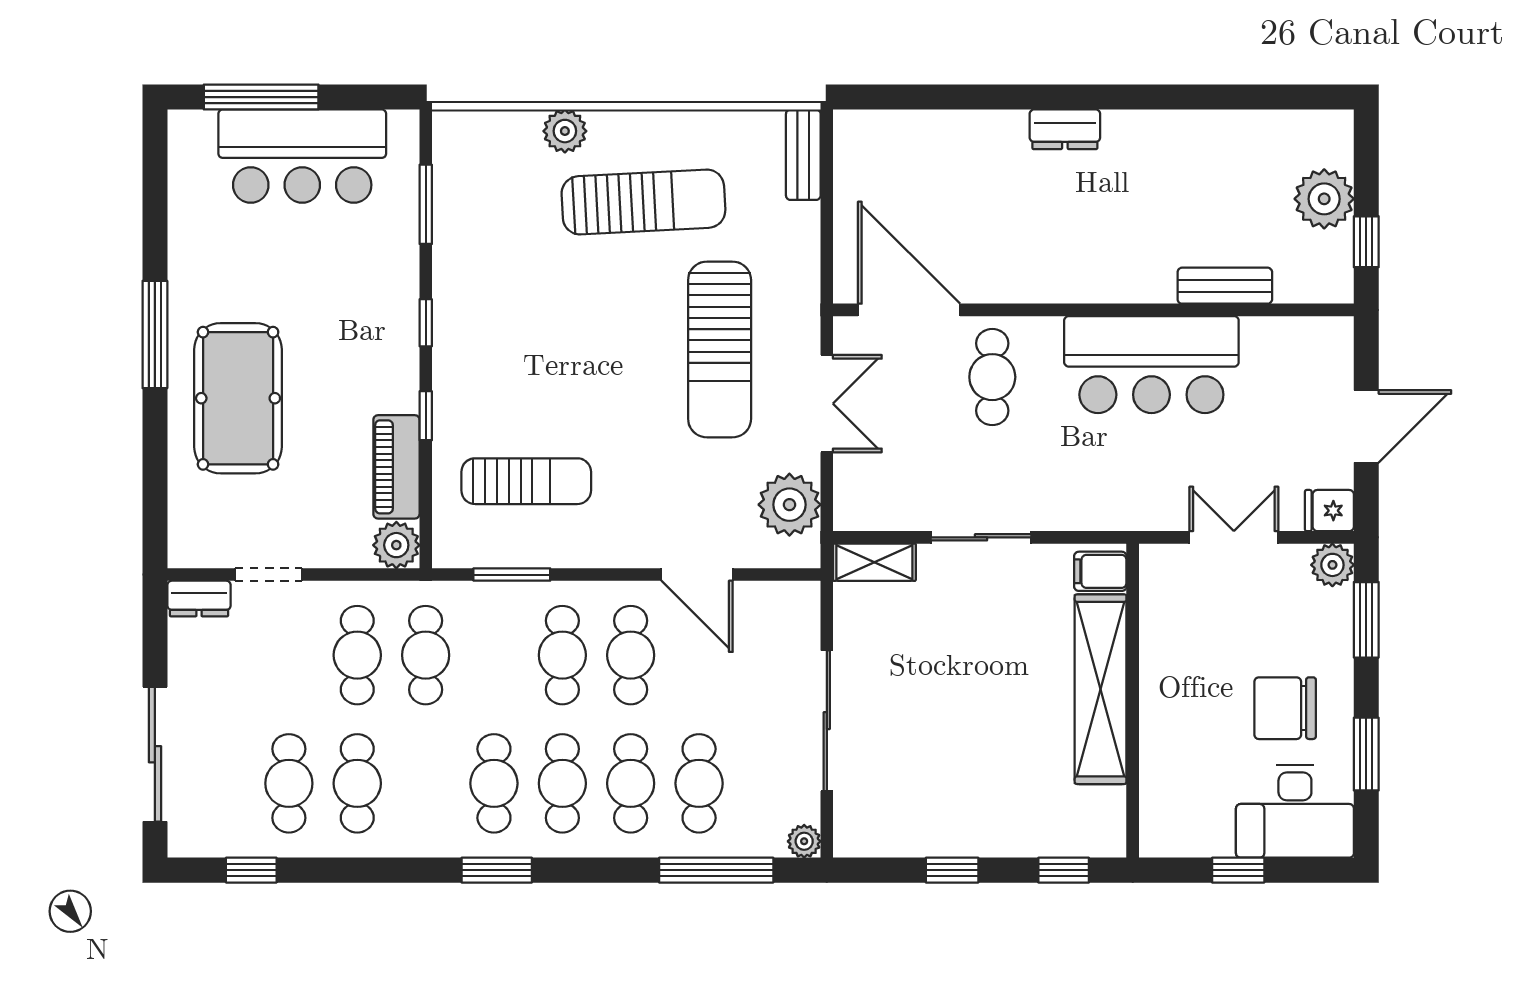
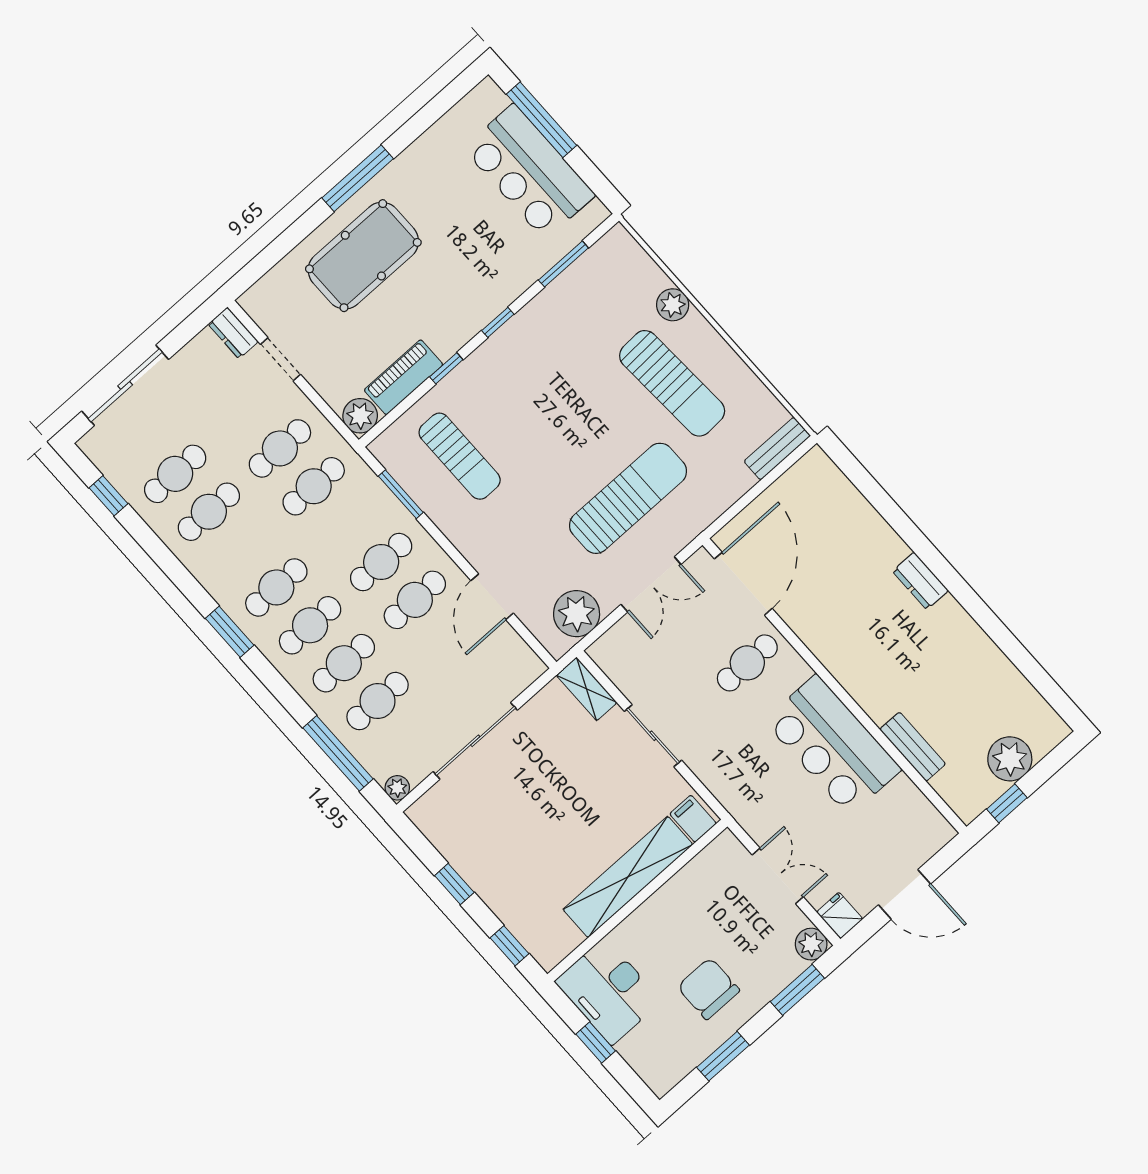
sun lounger: (720, 349) -> (628, 498), turned 180
desk: (1295, 811) -> (608, 991), moved

